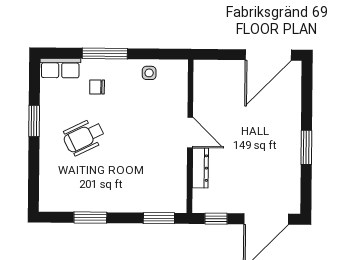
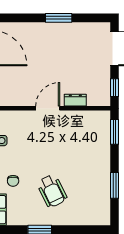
dresser: (200, 168) -> (75, 100), width x0.70

